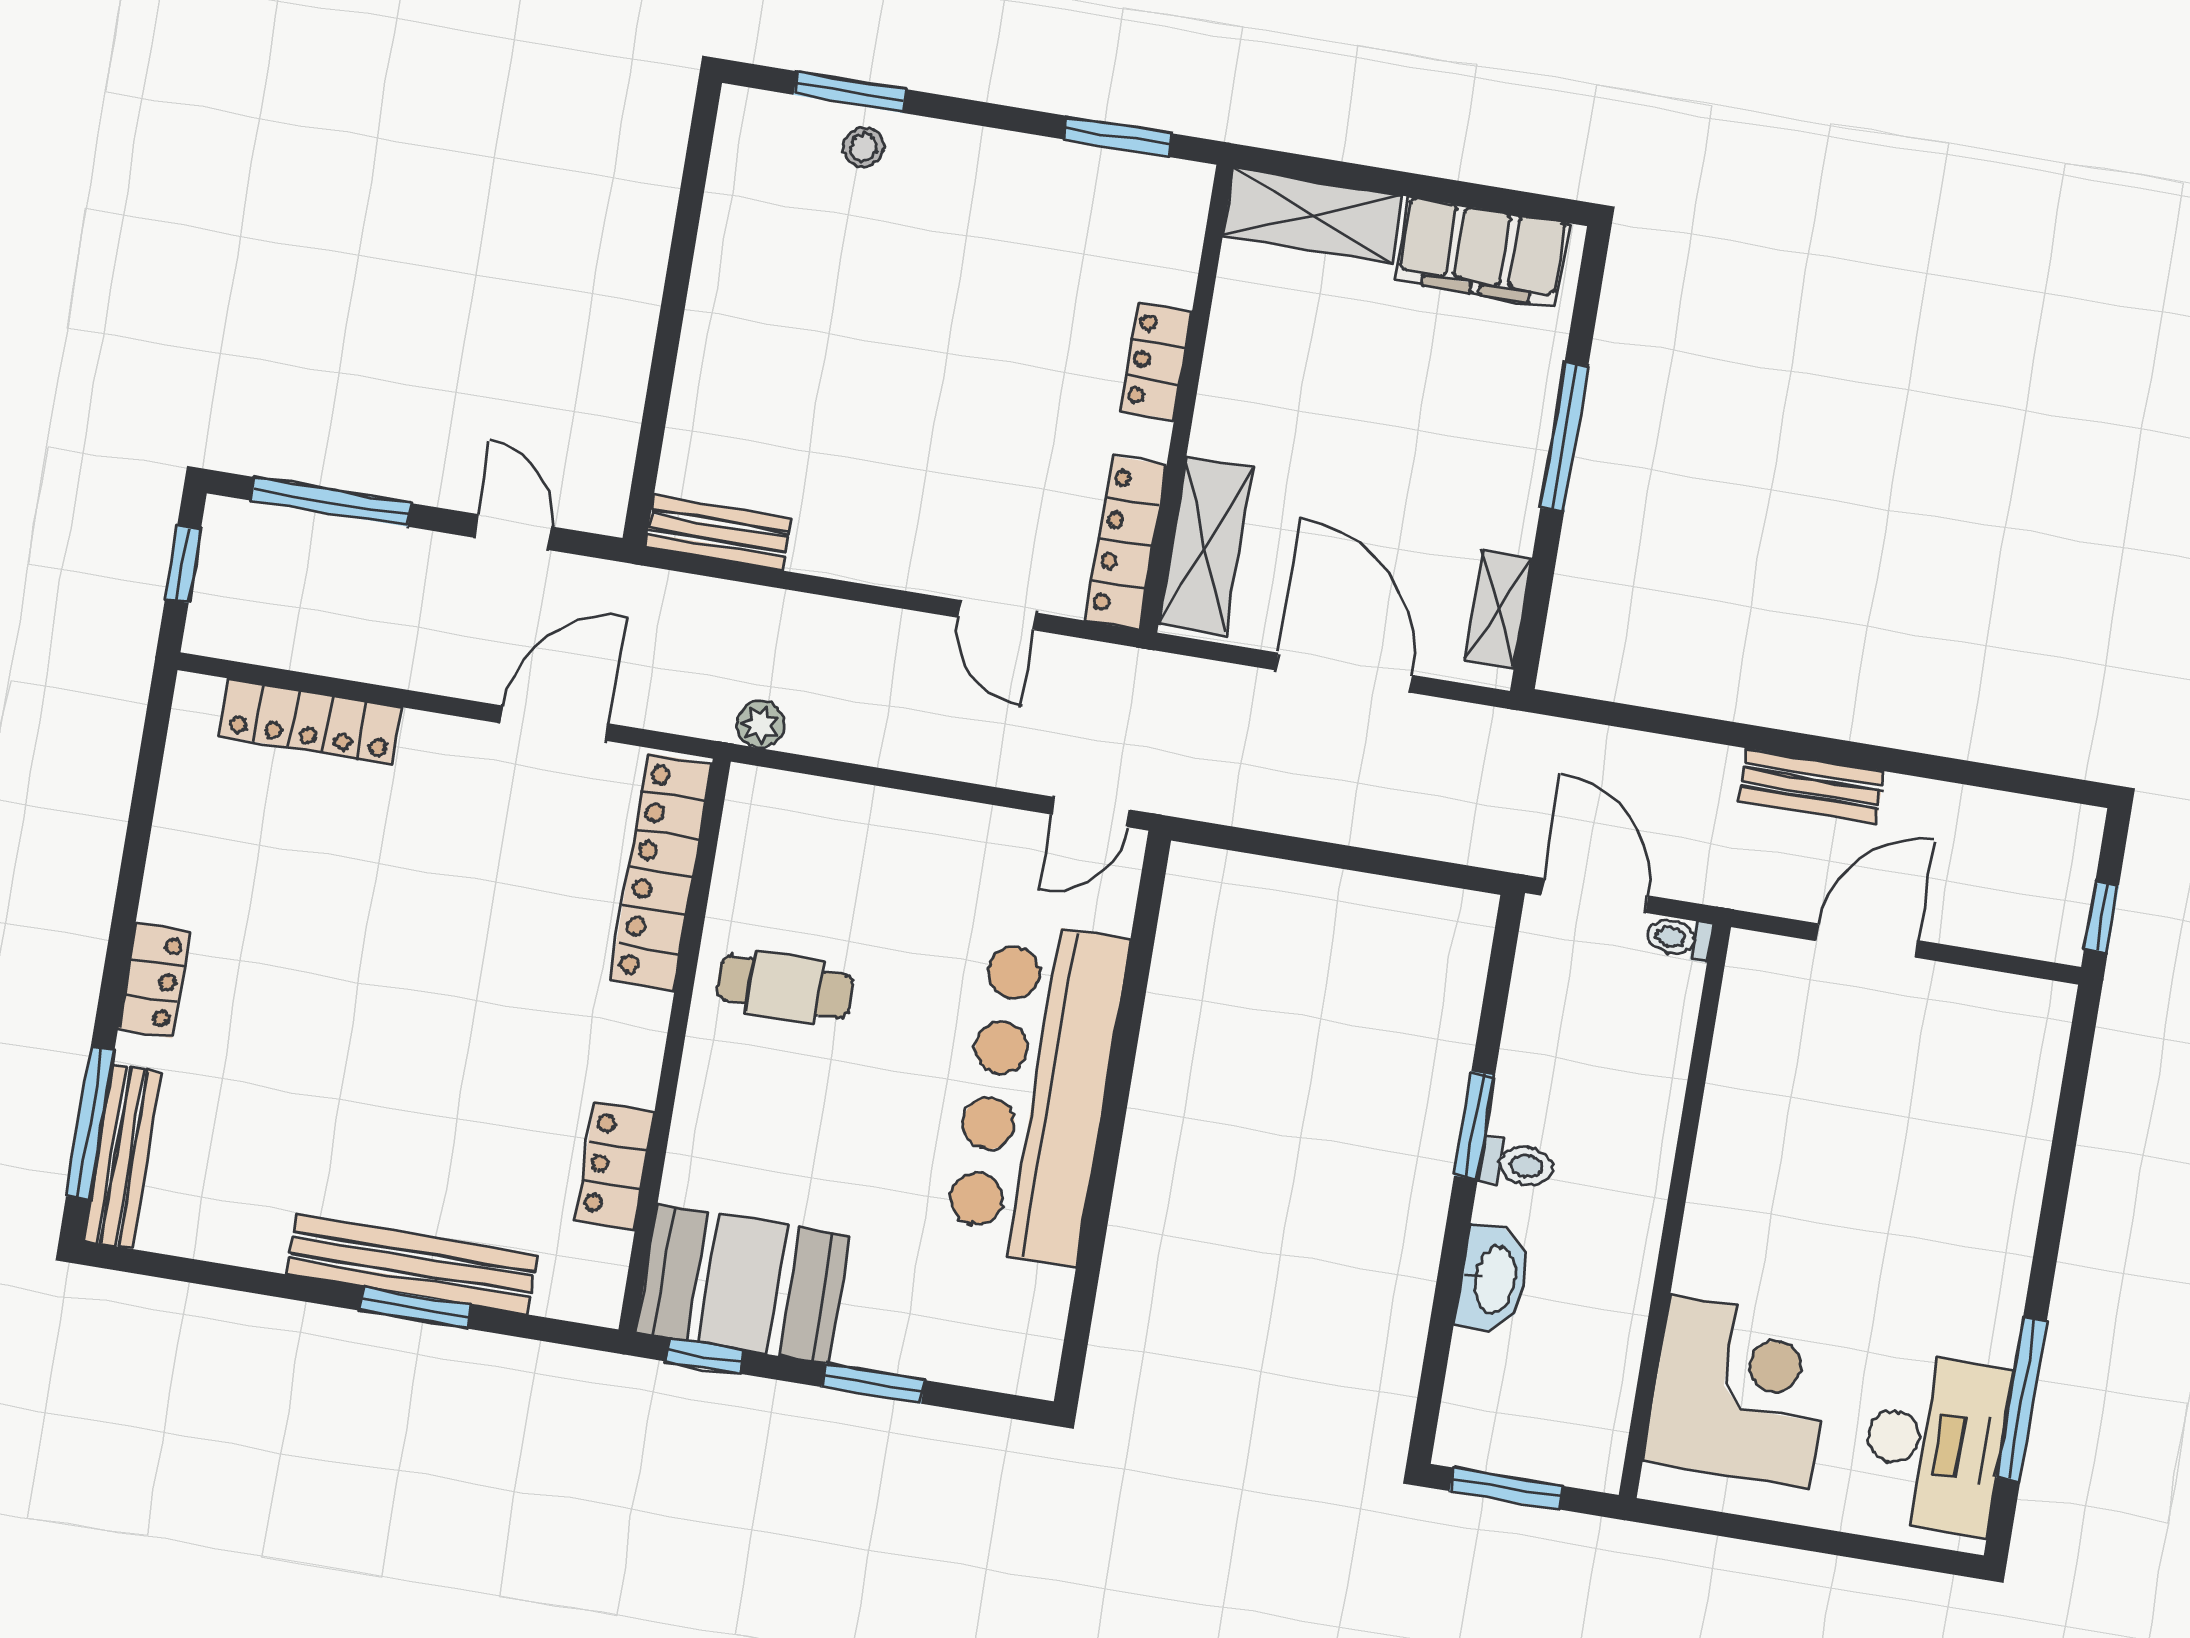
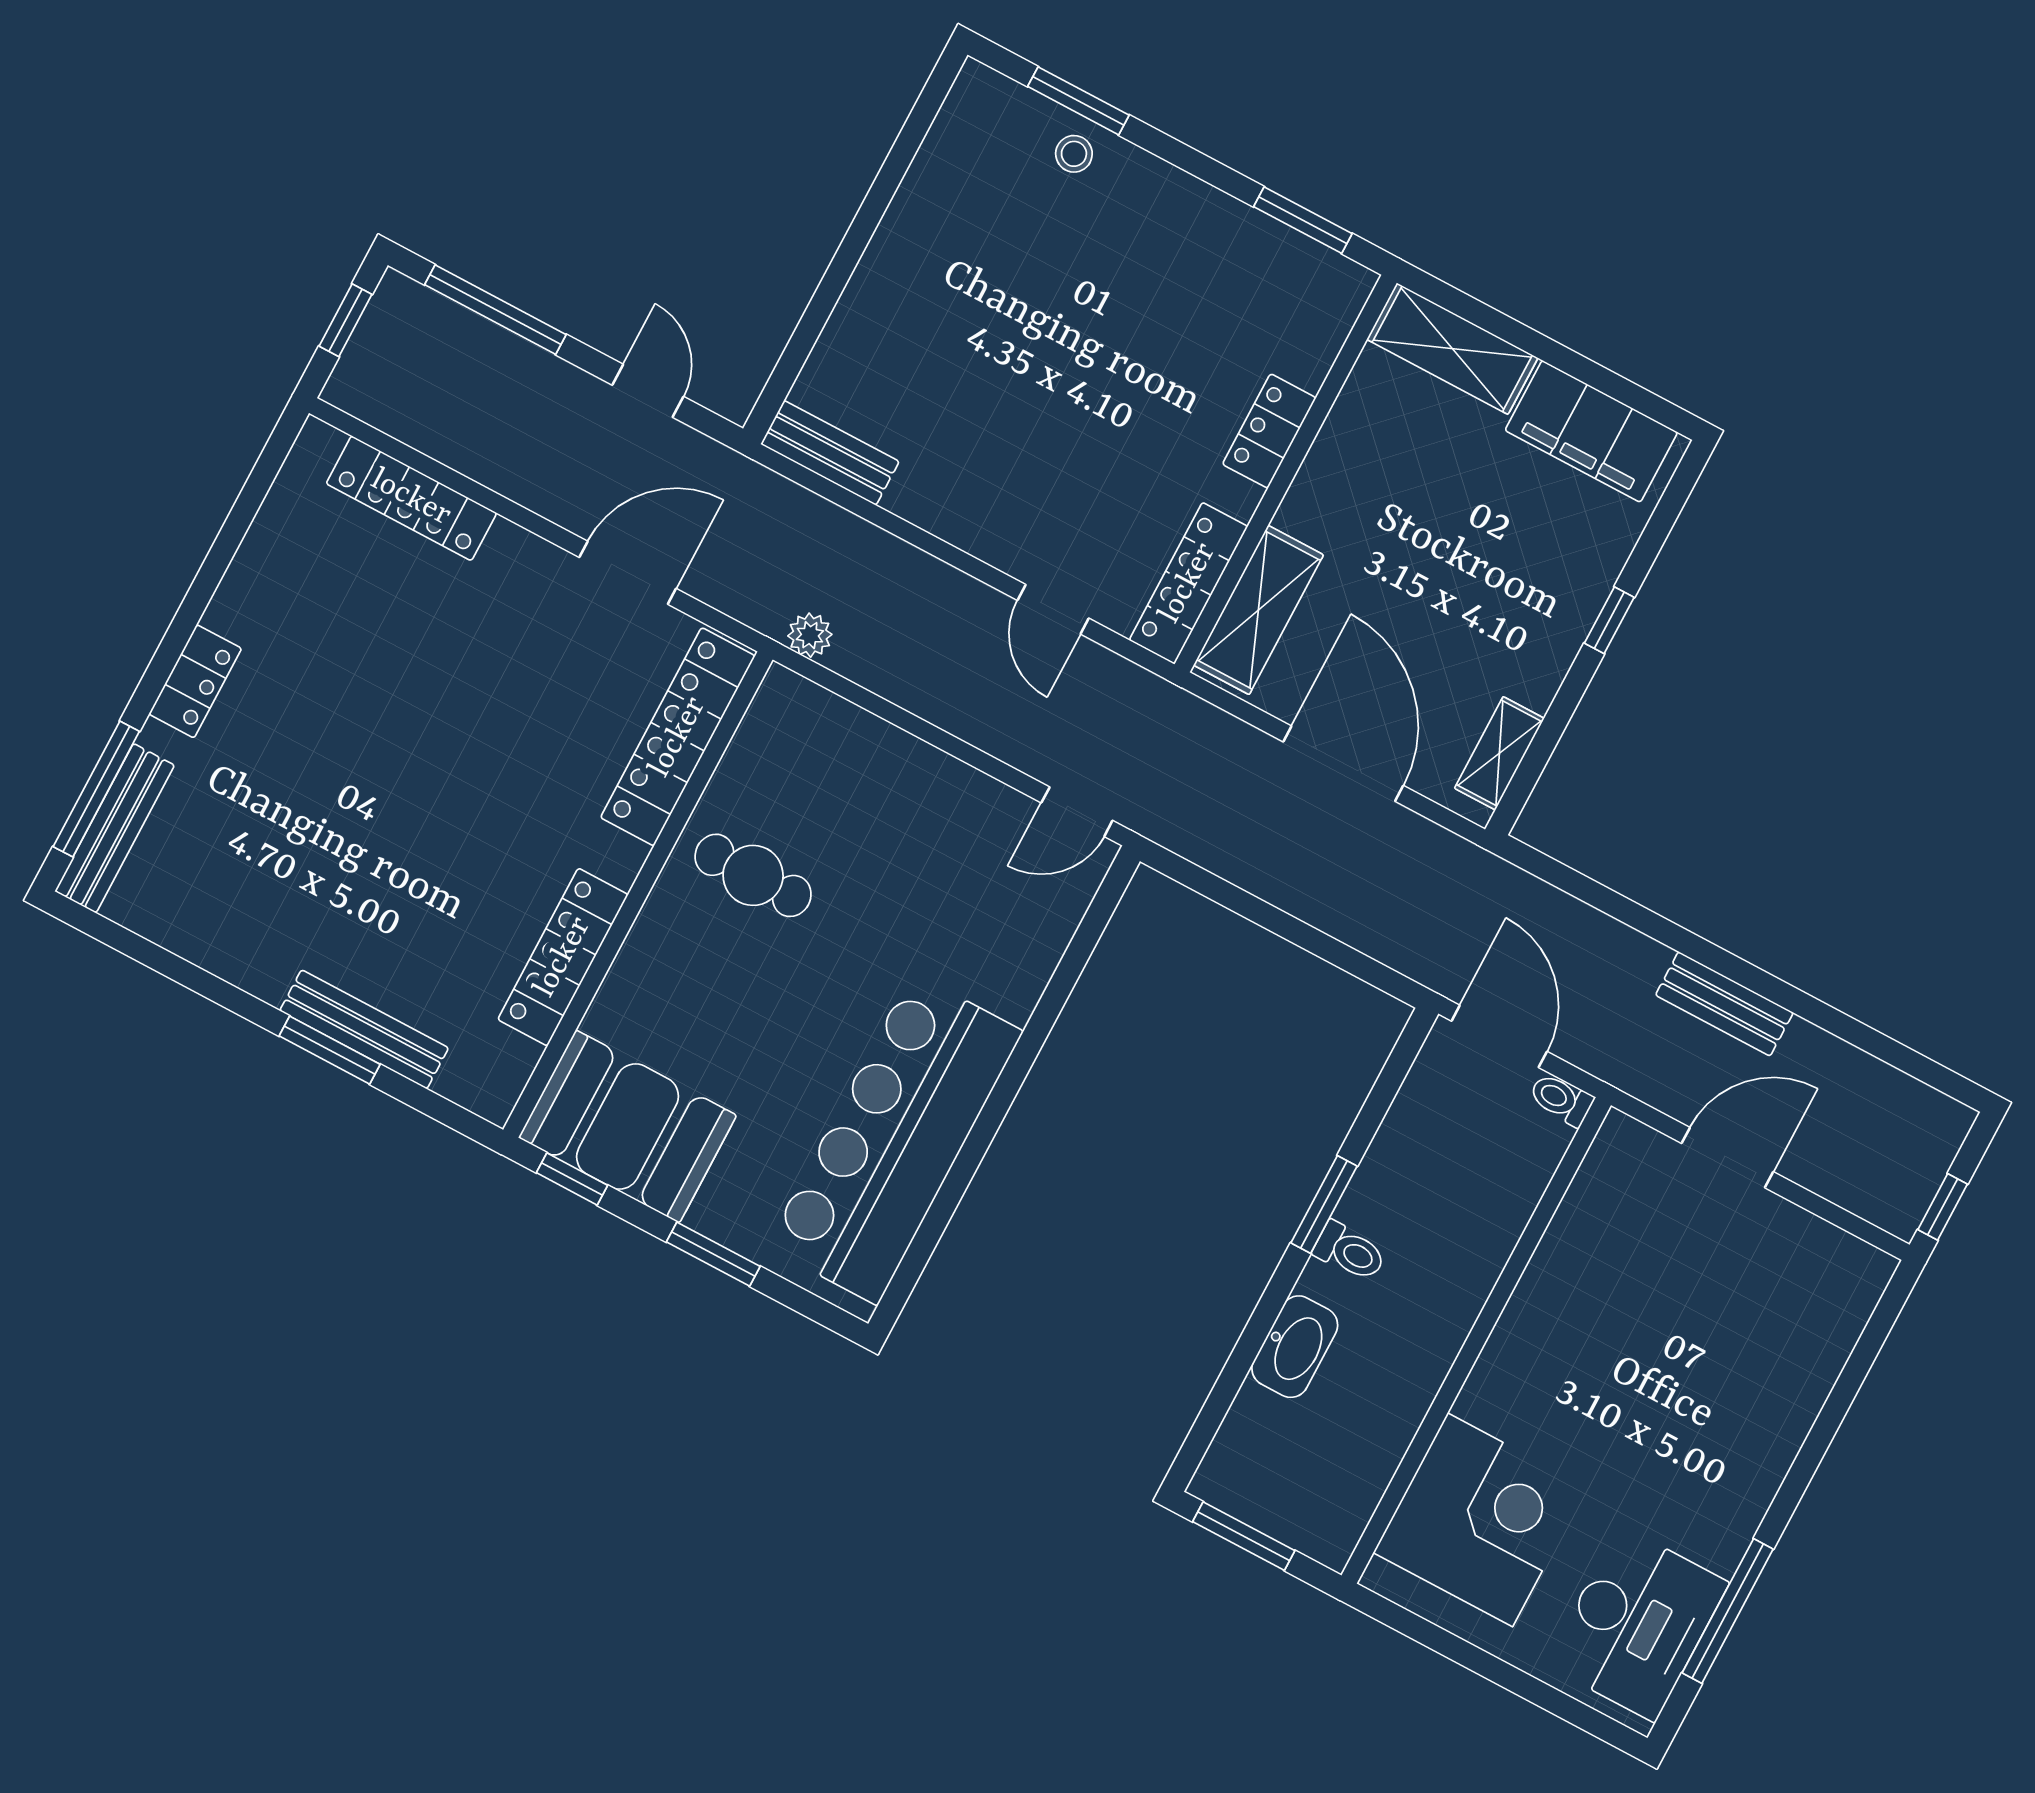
window: (1564, 437) -> (1609, 620), width x0.46
bar counter: (1036, 1093) -> (895, 1139), moved
locker: (615, 1165) -> (563, 957), width x1.53
bench: (412, 1265) -> (364, 1029), width x0.73, depth x0.82

